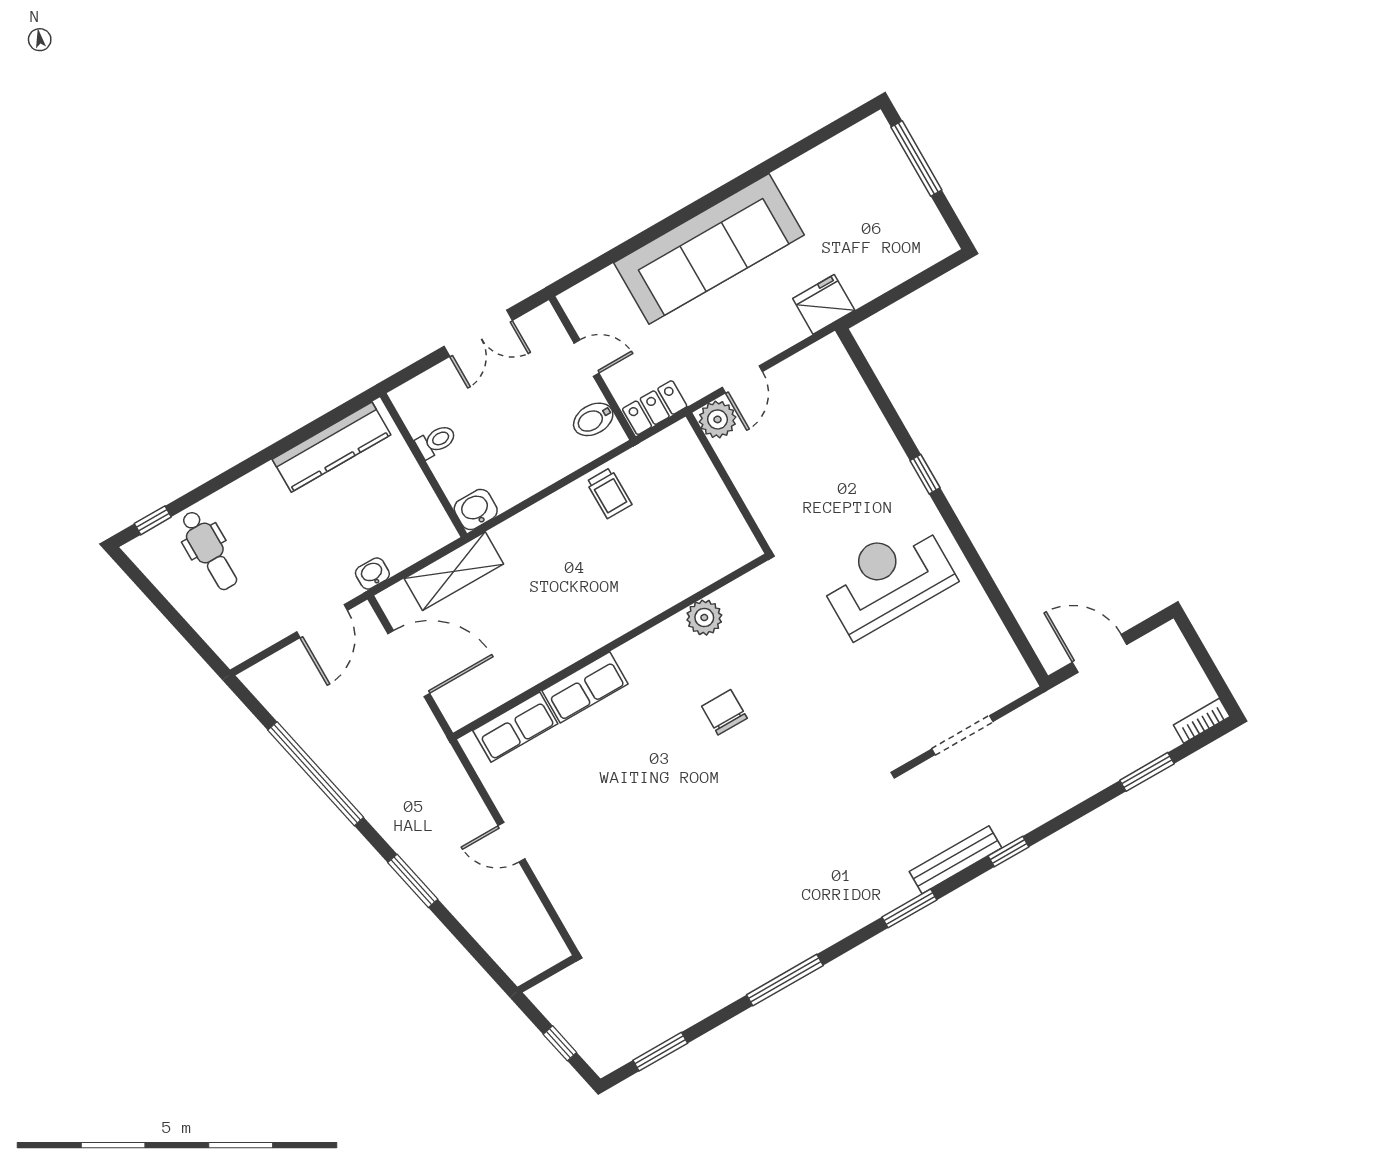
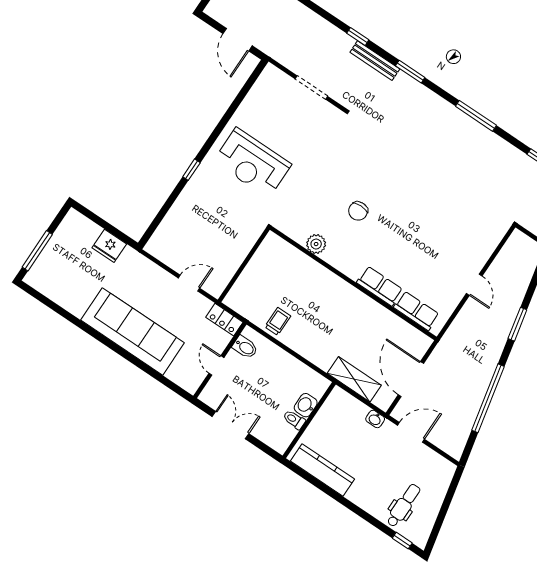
fridge: (824, 304) -> (109, 246), moved
plant: (717, 419) -> (215, 286), removed
washbasin: (476, 509) -> (306, 405), moved, turned 90

